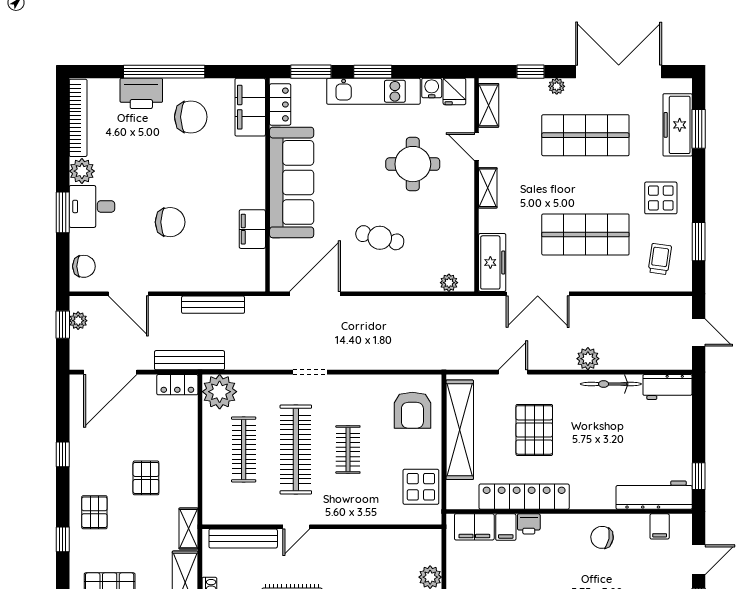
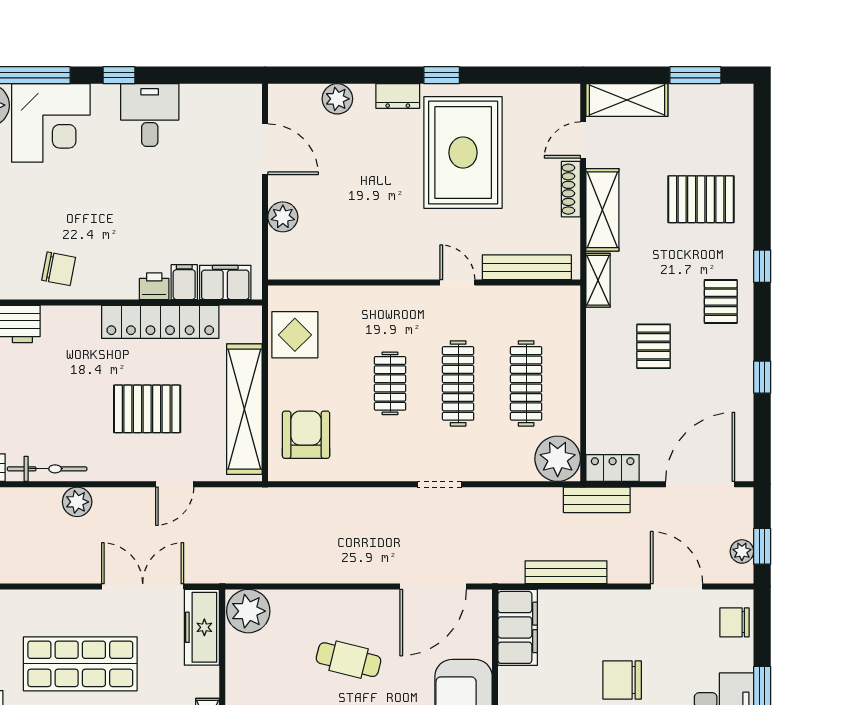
filing cabinet: (252, 229) -> (518, 627), moved, width x1.50, depth x1.17
plant: (449, 283) -> (248, 611), width x1.87, depth x1.87
bench: (189, 360) -> (597, 500), width x0.73
pallet: (534, 430) -> (147, 409), turned 90
clothes rail: (296, 449) -> (458, 383), width x0.73, depth x0.76
door: (296, 527) -> (457, 283), hinge flipped

